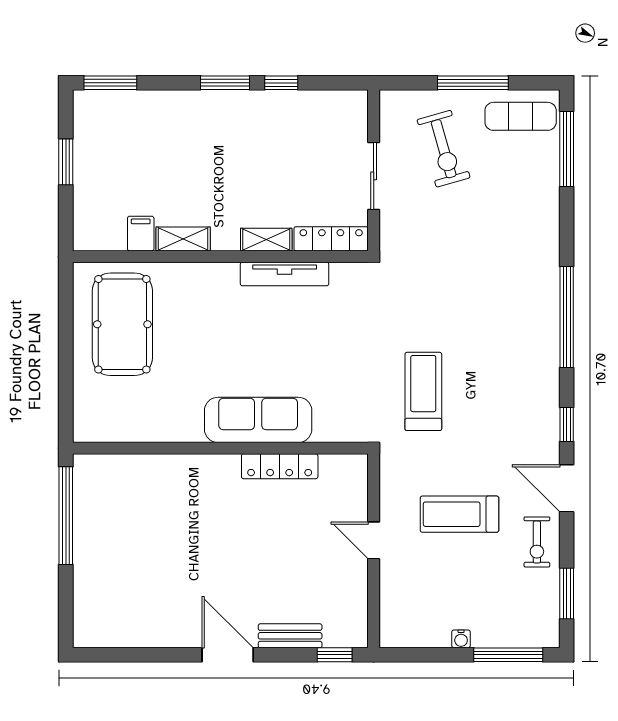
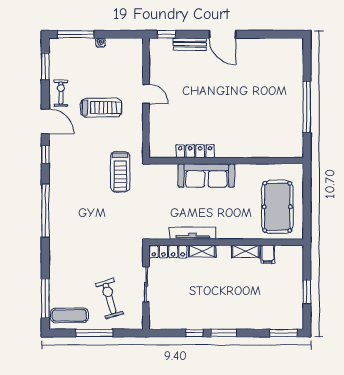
sofa: (258, 420) -> (206, 175), moved
wall: (220, 448) -> (226, 161), moved
locker: (280, 466) -> (195, 151), moved

